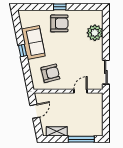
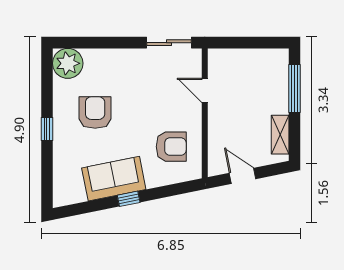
armchair: (59, 23) -> (95, 113), moved
plant: (95, 33) -> (68, 63), moved
armchair: (50, 73) -> (171, 147), turned 104

